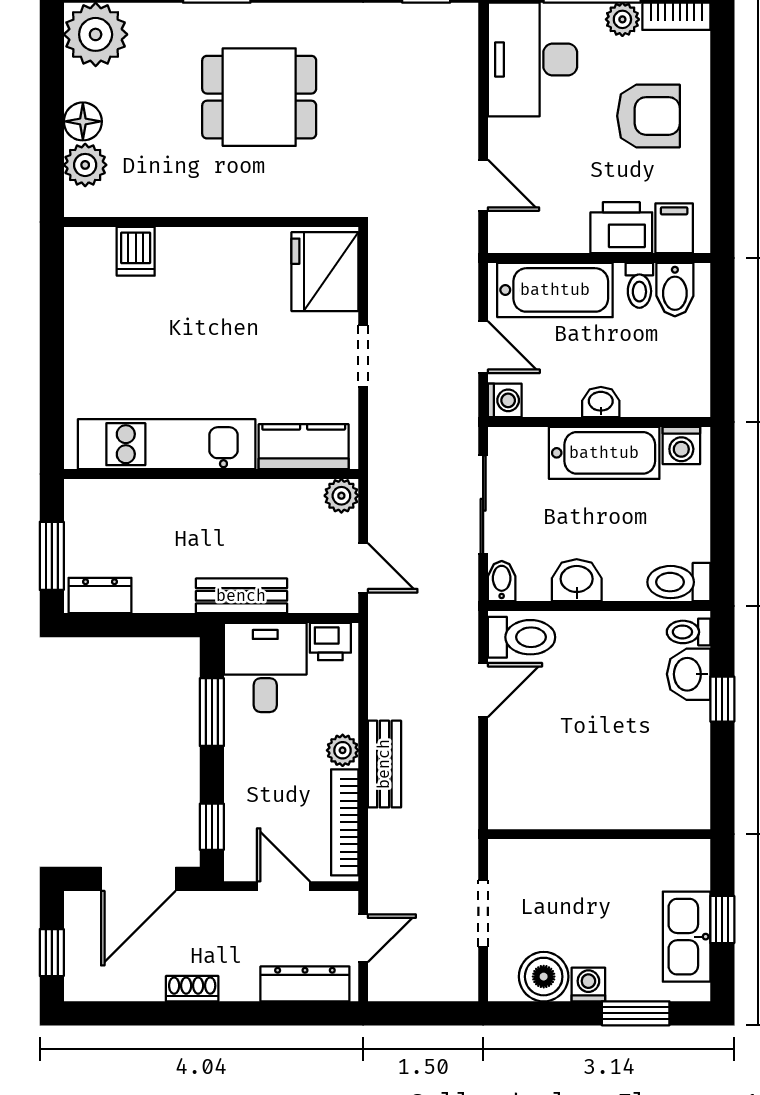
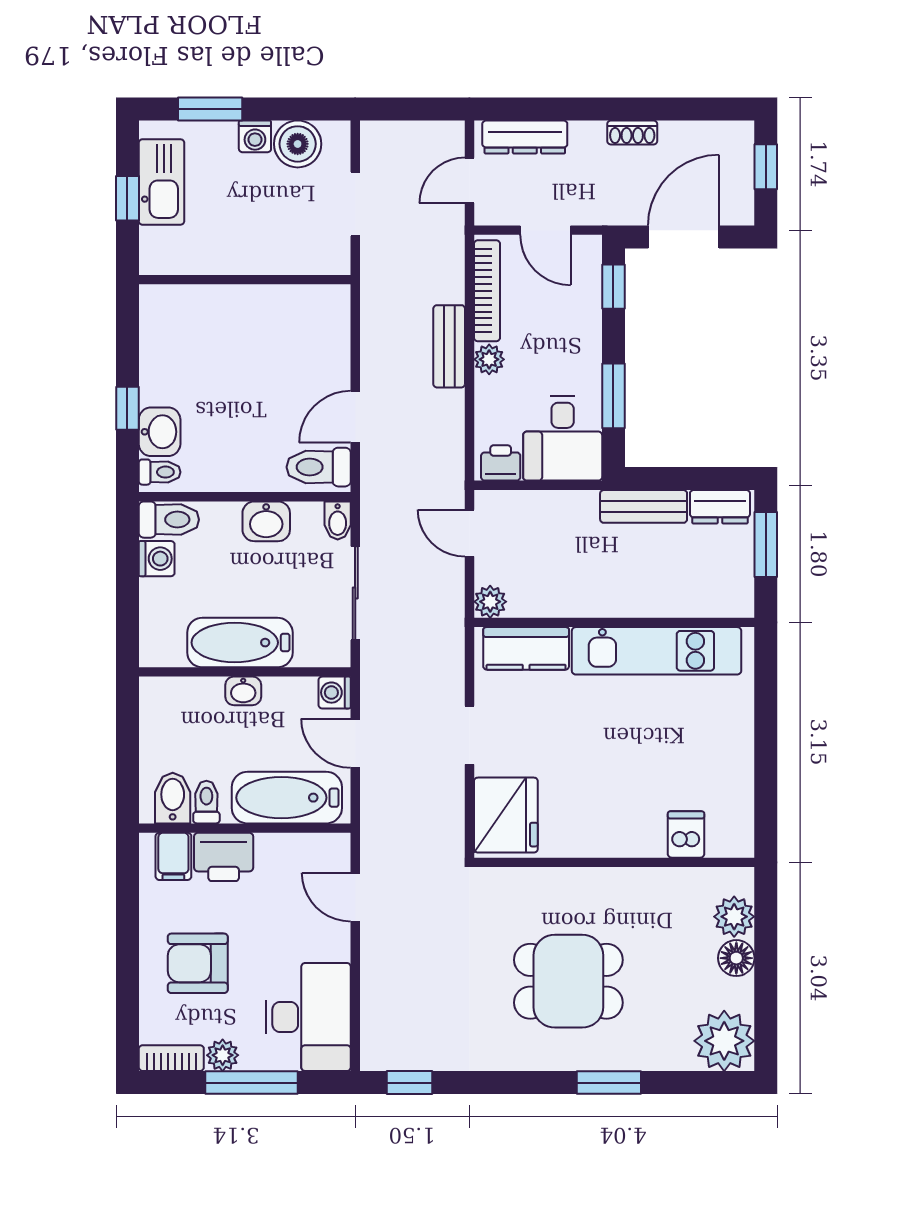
washing machine: (681, 445) -> (157, 559), moved, turned 90
bench: (241, 596) -> (644, 506), moved

